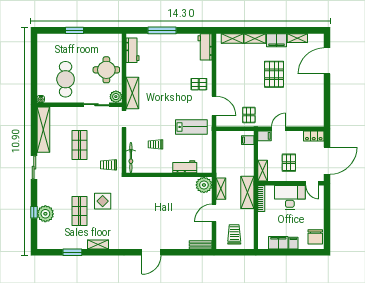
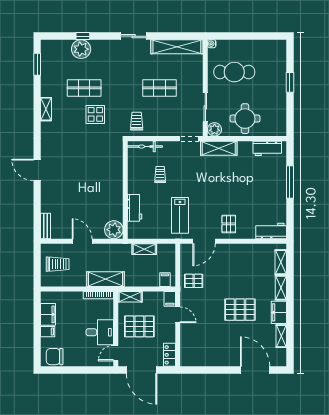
pallet: (289, 163) -> (139, 326), width x1.50, depth x1.42
shelving: (221, 189) -> (144, 249), moved
desk: (290, 197) -> (100, 332), width x0.73
window: (72, 252) -> (37, 64), moved

